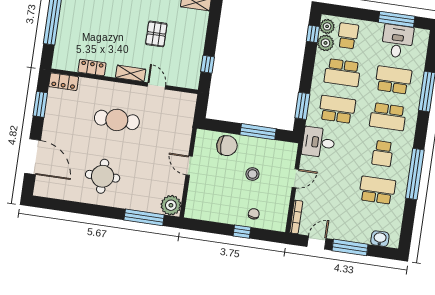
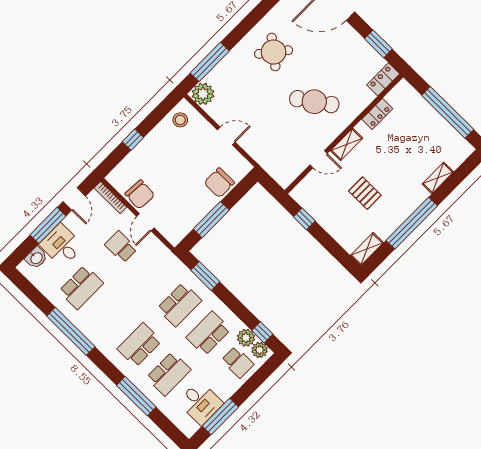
cafe table: (117, 120) -> (314, 102), turned 55
desk: (319, 142) -> (62, 245), moved, turned -90
school desk: (383, 153) -> (121, 247), moved
stool: (252, 174) -> (180, 120), moved
round table: (103, 176) -> (274, 52), turned 38
chair: (254, 214) -> (140, 194), moved, width x1.87, depth x1.87

